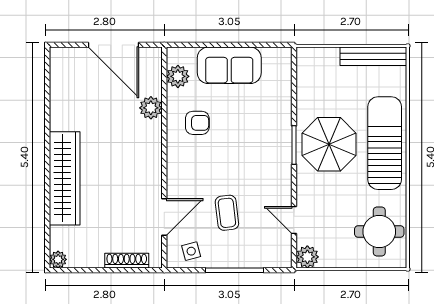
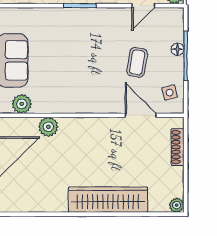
armchair: (197, 123) -> (61, 87), removed
coffee table: (227, 213) -> (137, 62), turned -73
floor lamp: (242, 261) -> (178, 49), added

